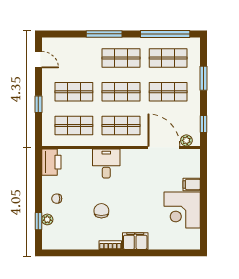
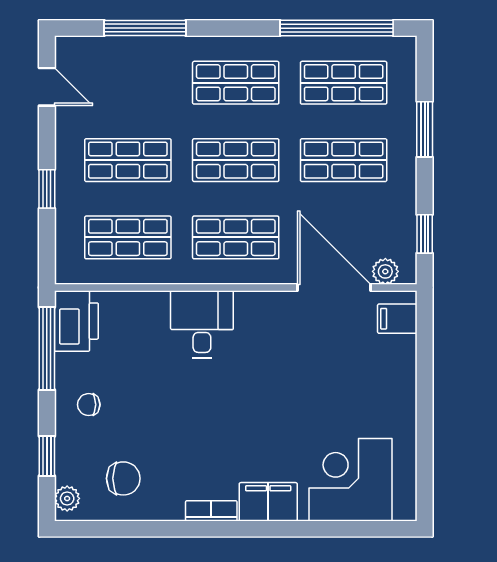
window: (104, 34) -> (145, 28), moved
window: (38, 174) -> (47, 348), added
filing cabinet: (192, 184) -> (397, 319), moved
corner desk: (182, 210) -> (350, 480), moved, turned 90
chair: (101, 211) -> (123, 478), moved, turned 90
plant: (47, 219) -> (67, 498), moved

